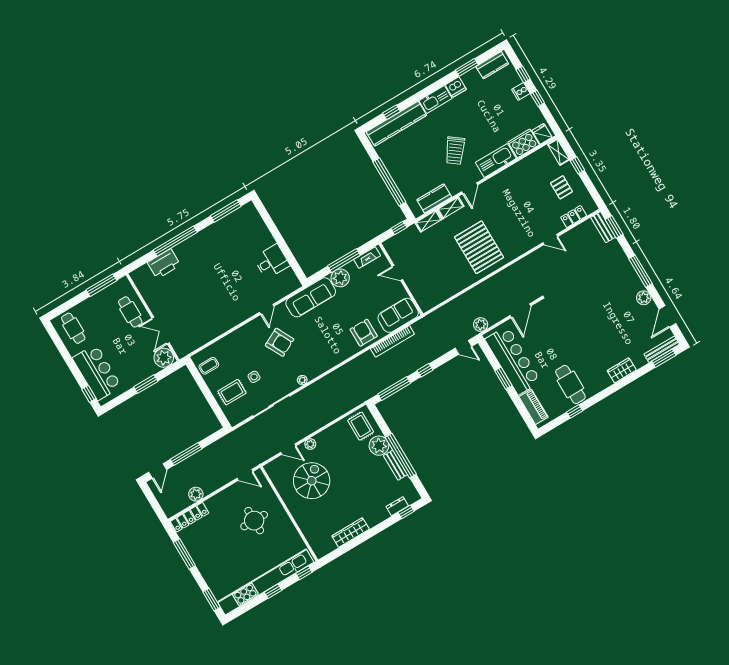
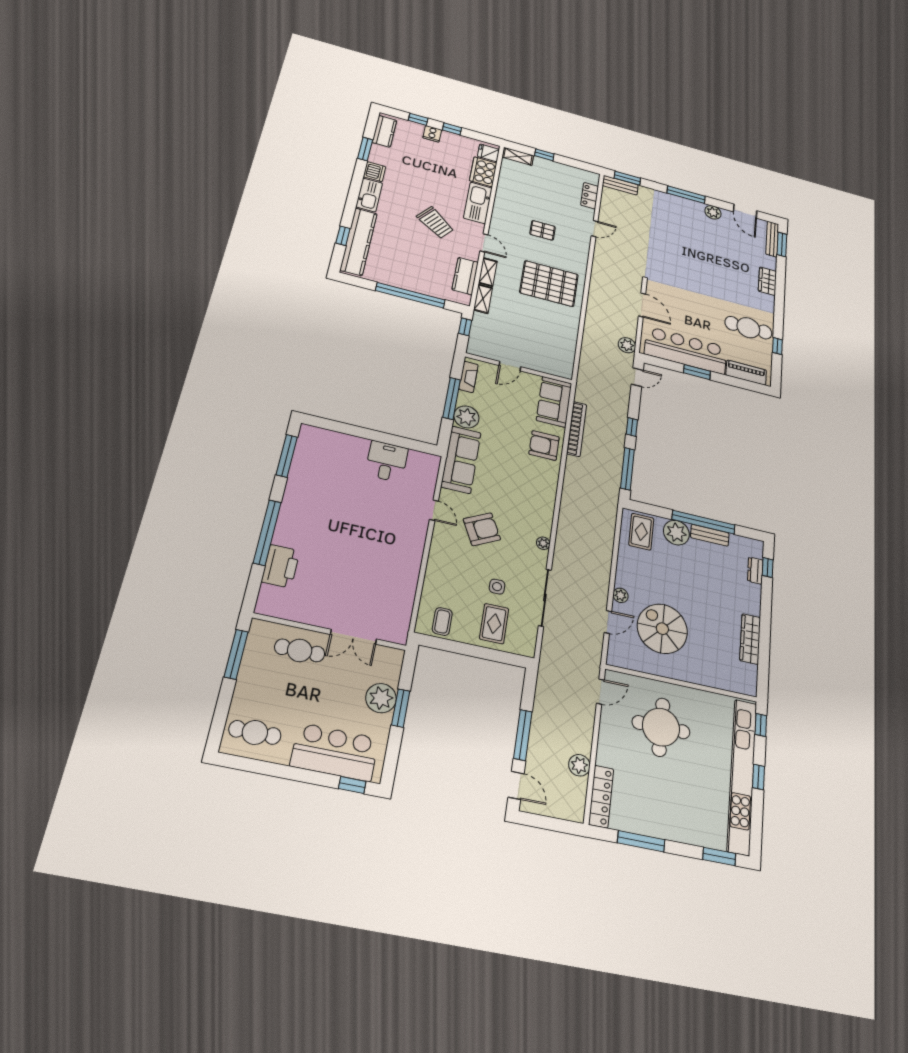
pallet: (561, 187) -> (543, 230), moved
plant: (164, 358) -> (381, 698), moved
rug: (361, 426) -> (641, 532), turned 90
round table: (254, 521) -> (661, 727), width x1.36, depth x1.36

